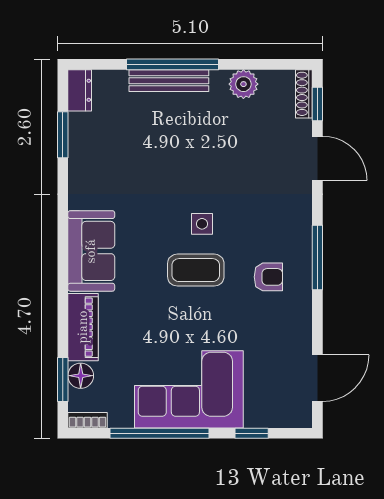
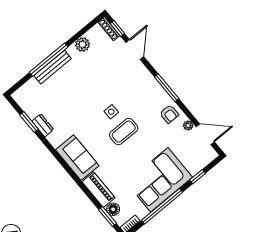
dresser: (80, 90) -> (43, 125), moved
door: (317, 158) -> (135, 49), hinge flipped
armchair: (268, 277) -> (169, 114), moved, turned 90
plant: (302, 343) -> (188, 126), added
door: (317, 378) -> (205, 134), hinge flipped

